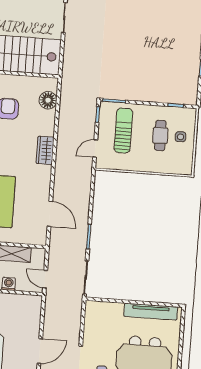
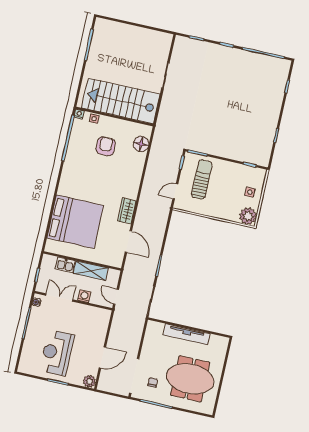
cafe table: (160, 135) -> (233, 188), removed
wardrobe: (45, 150) -> (127, 211), moved
plant: (182, 165) -> (248, 216), added
tv unit: (151, 312) -> (186, 334), moved

